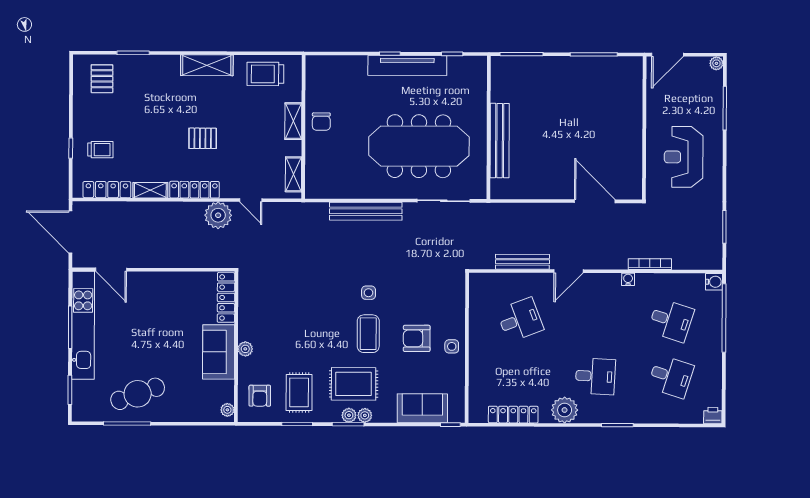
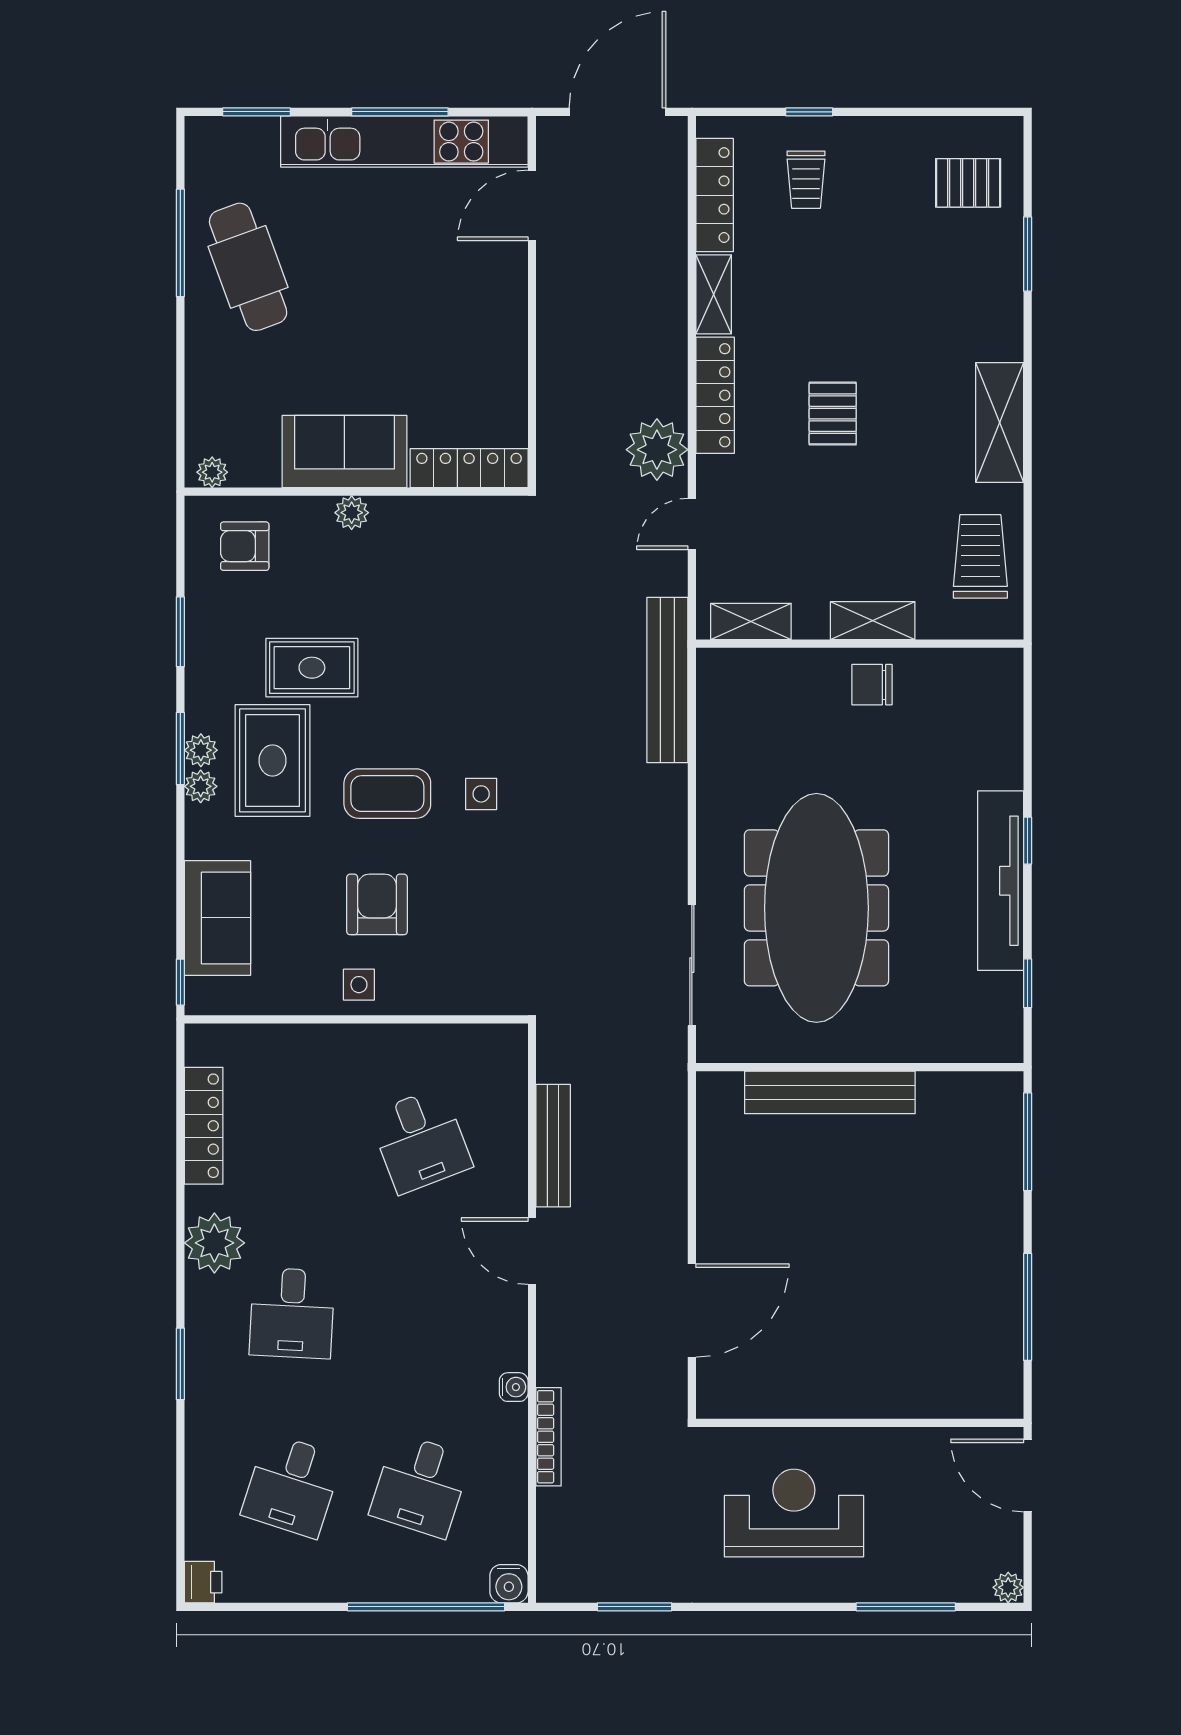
bench: (366, 211) -> (667, 680), moved
rug: (299, 392) -> (312, 668), moved

